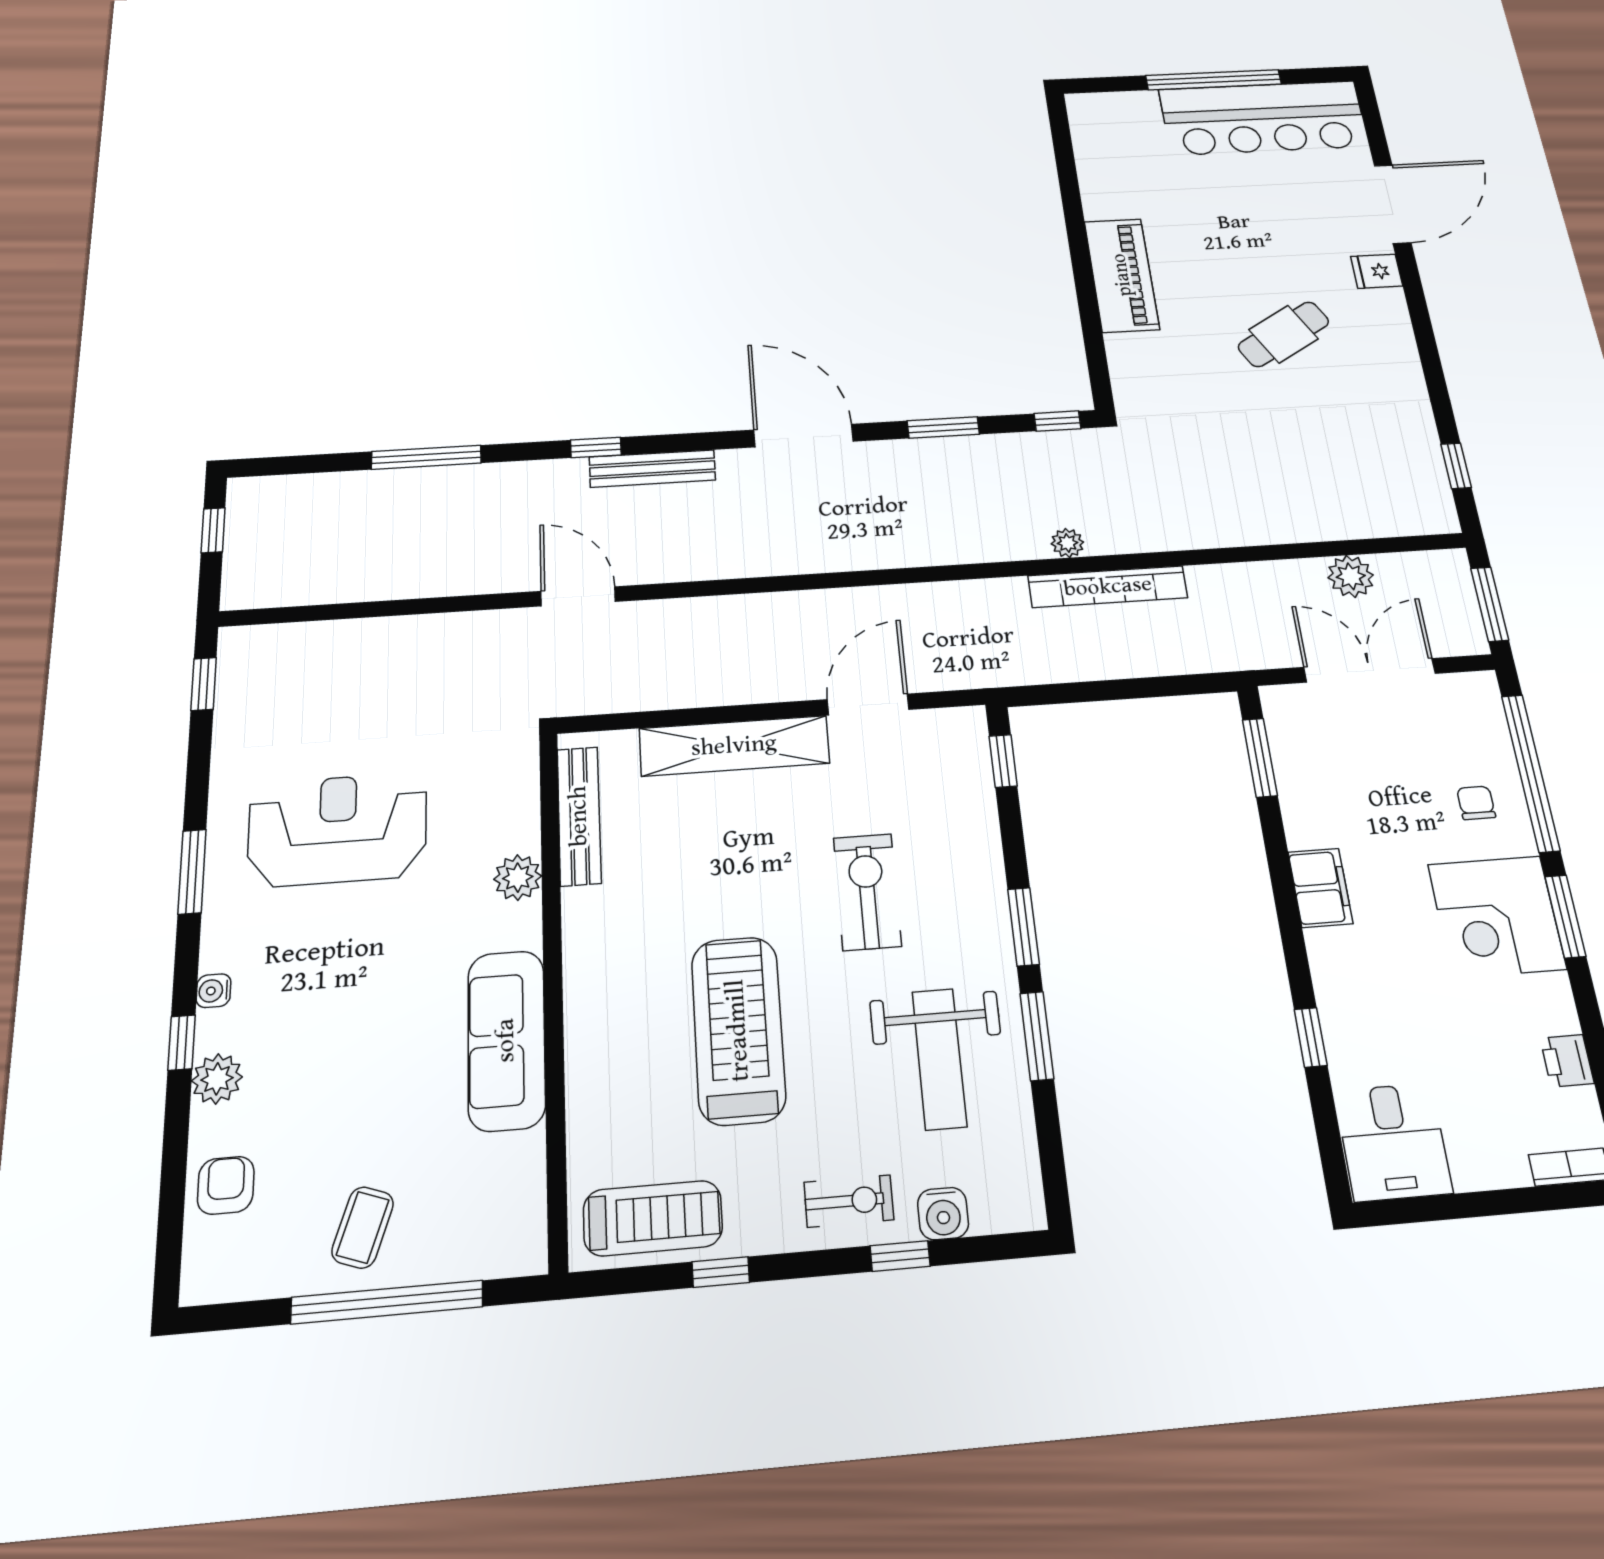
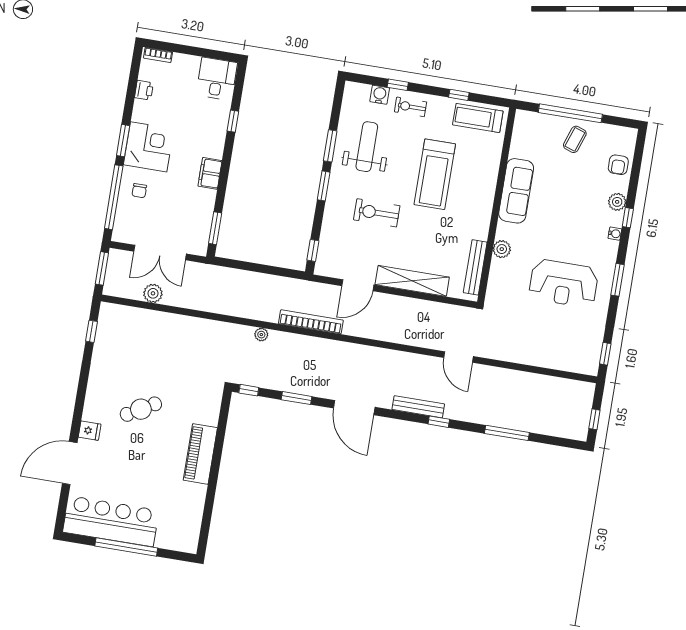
bookcase: (1108, 587) -> (311, 322), moved
exercise bike: (867, 892) -> (377, 213), turned 90

